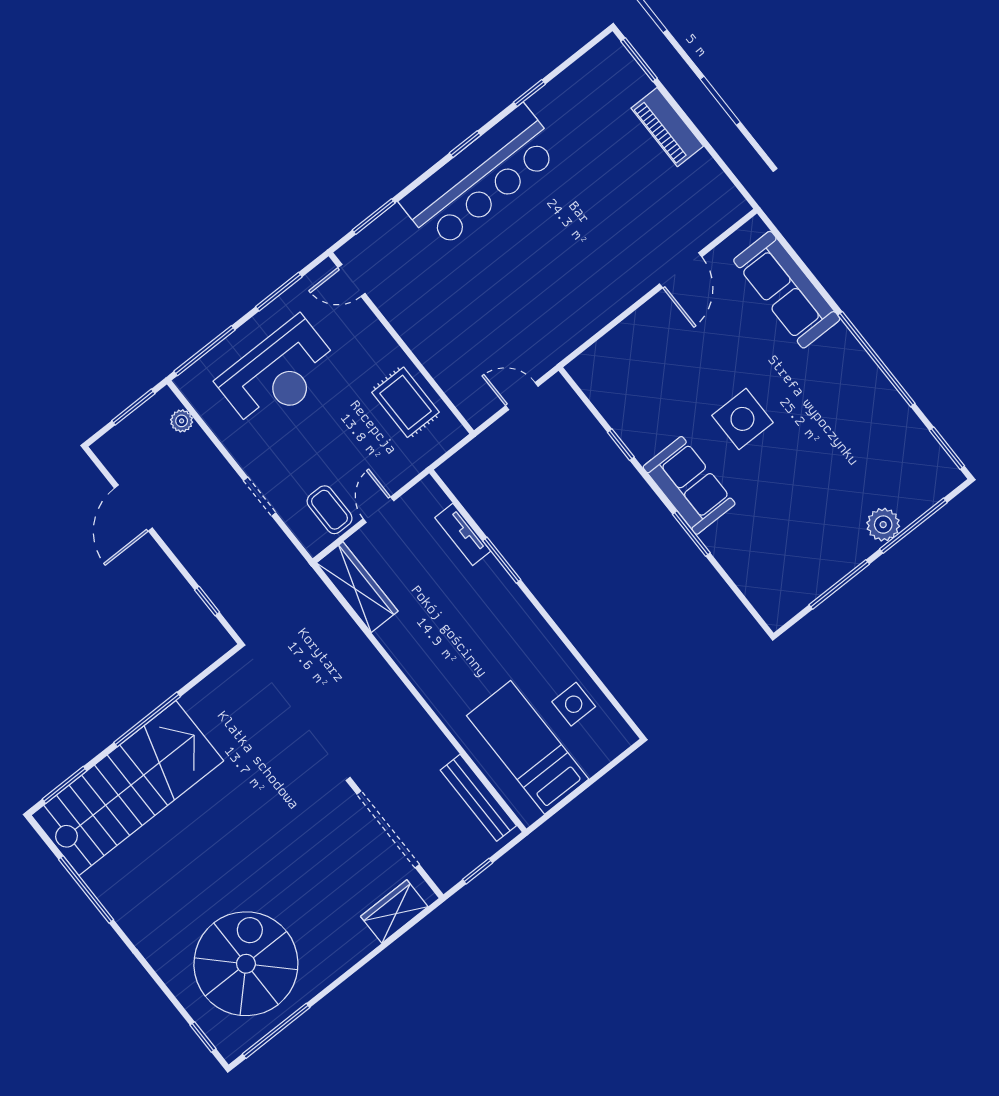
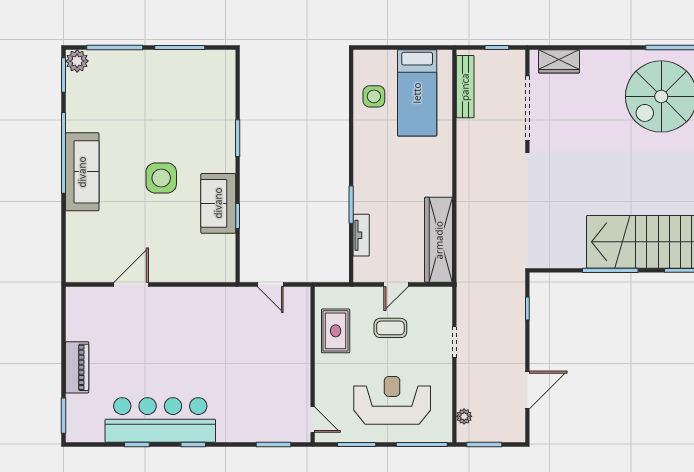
bar counter: (481, 177) -> (160, 420), moved
sofa: (787, 290) -> (82, 172), moved
sofa: (689, 485) -> (218, 203), moved
coffee table: (330, 510) -> (390, 328), moved, turned 90
plant: (883, 525) -> (77, 61), moved
wardrobe: (357, 587) -> (439, 240), width x1.40, depth x1.17

